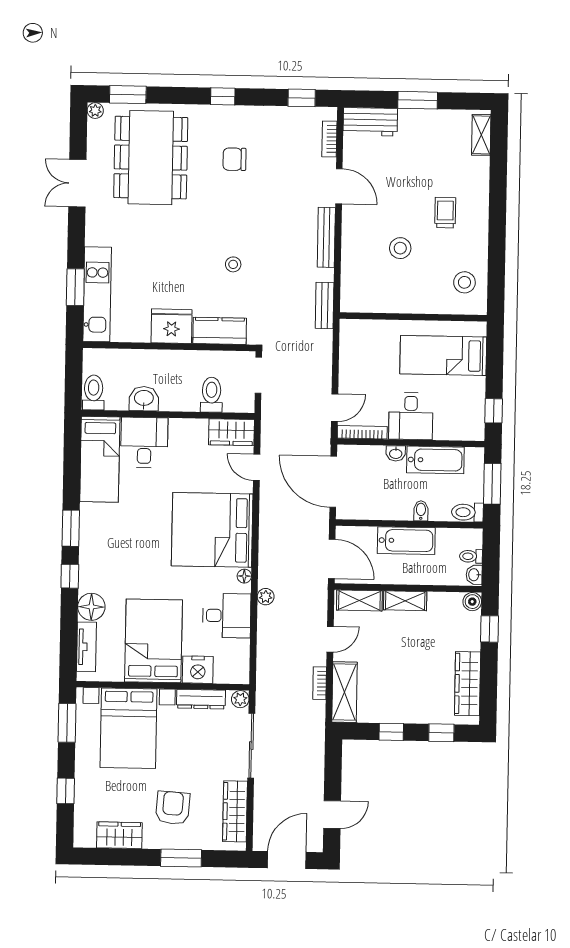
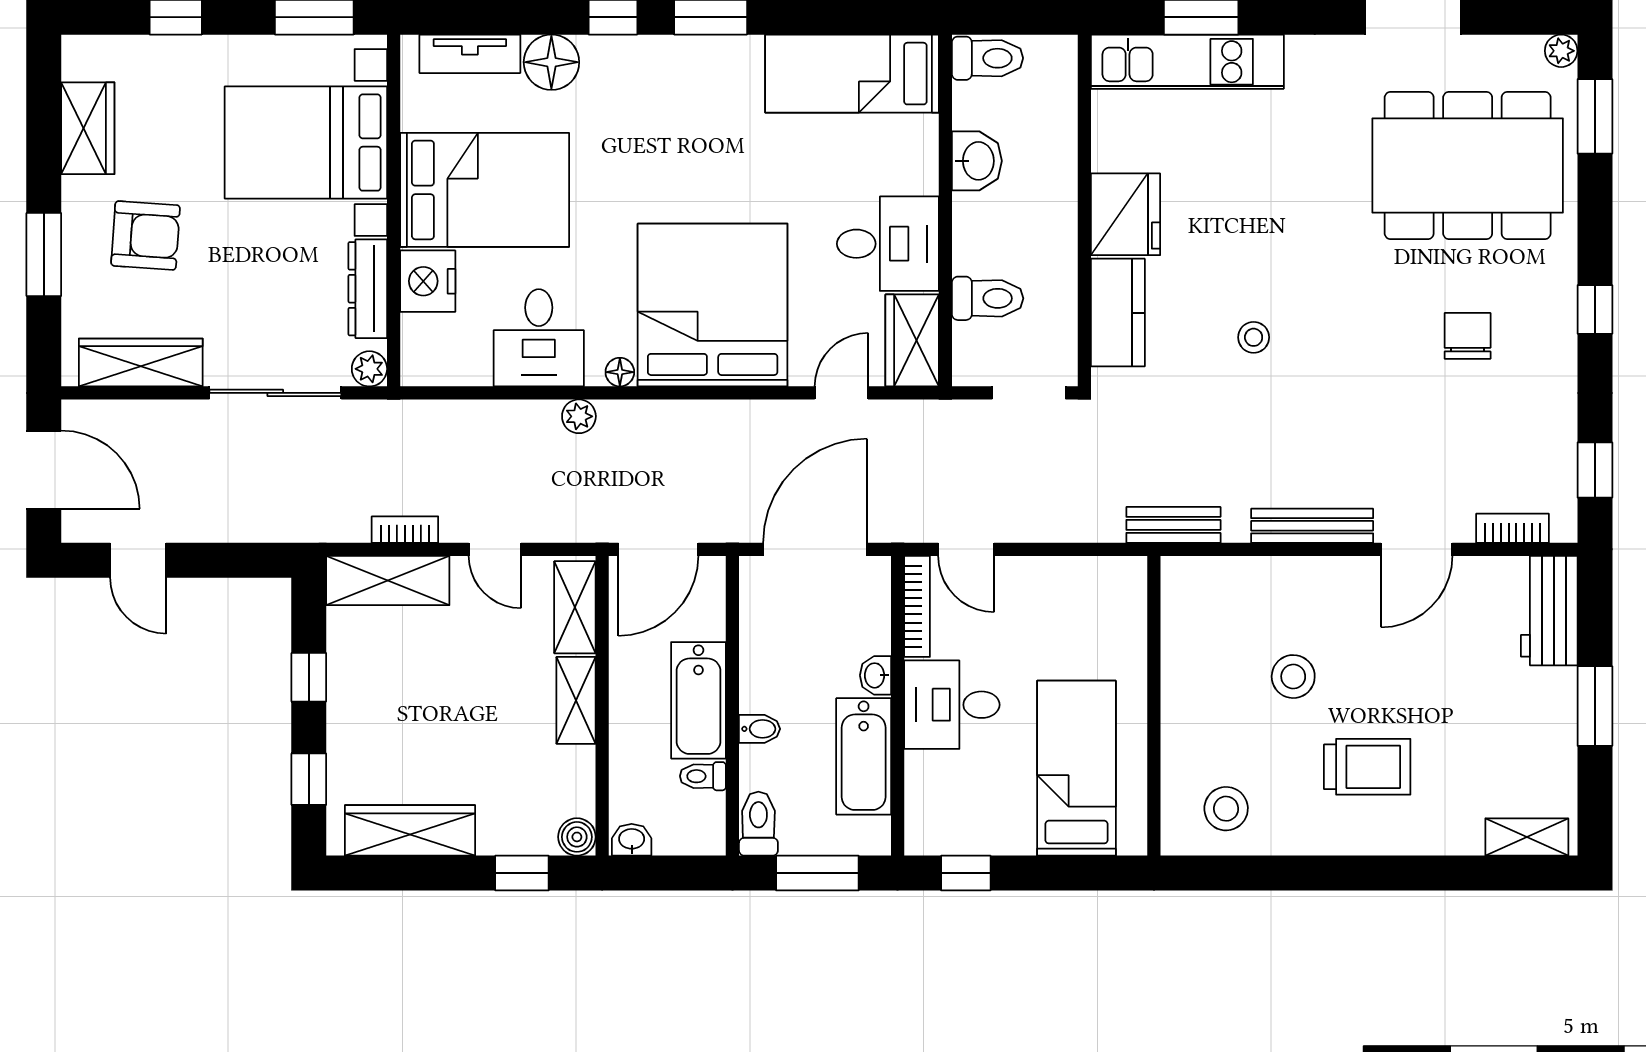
trolley: (445, 213) -> (1367, 767), width x1.36, depth x1.39
desk: (144, 442) -> (888, 244), moved
toilet: (471, 556) -> (703, 776), moved, turned -90

